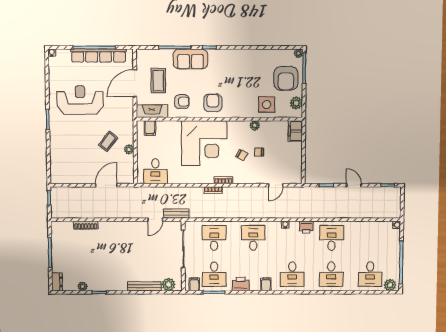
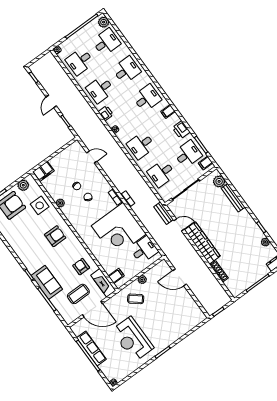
row of seats: (99, 55) -> (91, 348), width x0.73
armchair: (213, 103) -> (55, 236), moved, turned 180
coffee table: (108, 141) -> (136, 299), moved
corner desk: (204, 143) -> (119, 230), moved, turned 180
wardrobe: (123, 229) -> (202, 243), added
desk: (371, 238) -> (80, 61), added

